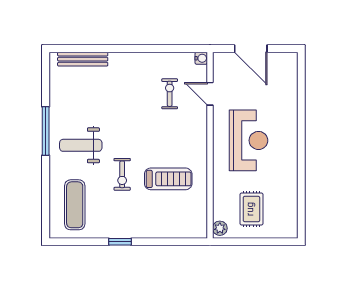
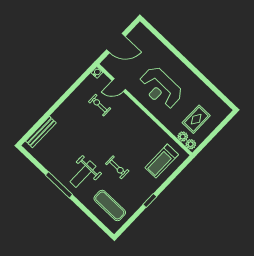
reception desk: (248, 140) -> (161, 88), turned 180
treadmill: (168, 179) -> (162, 161), moved, turned 180
rug: (251, 209) -> (196, 119), turned 90
plant: (220, 212) -> (183, 137), added

